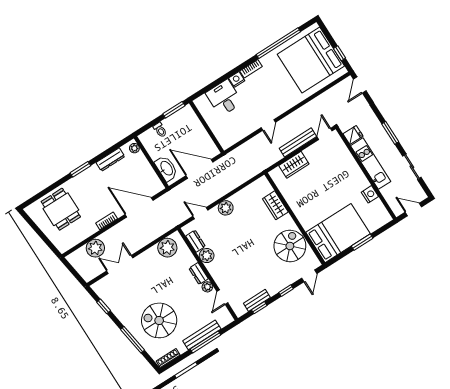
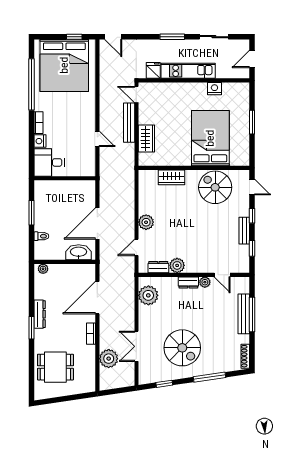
wall: (207, 127) -> (65, 178), moved
dresser: (110, 159) -> (40, 314), moved
bed: (338, 233) -> (210, 138), moved
bench: (257, 300) -> (244, 231), moved
spiral stairs: (159, 320) -> (182, 348), moved, turned -90

